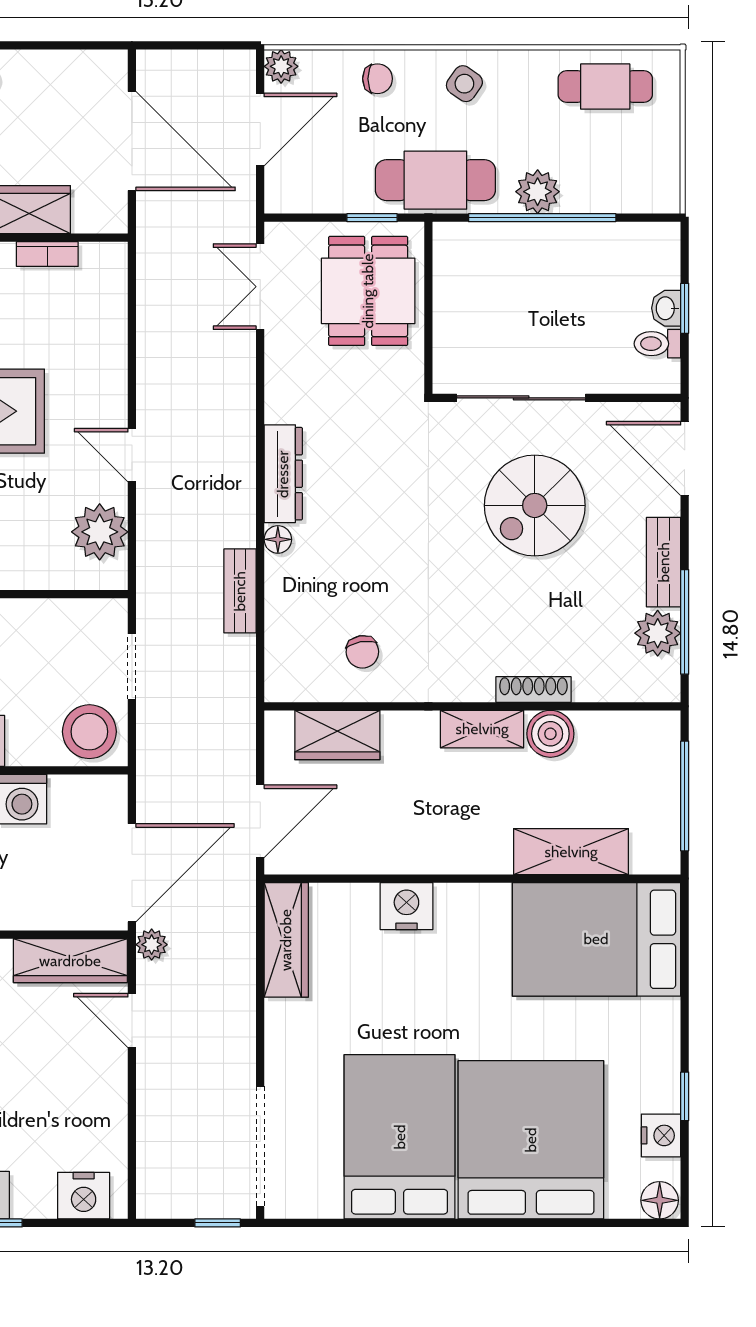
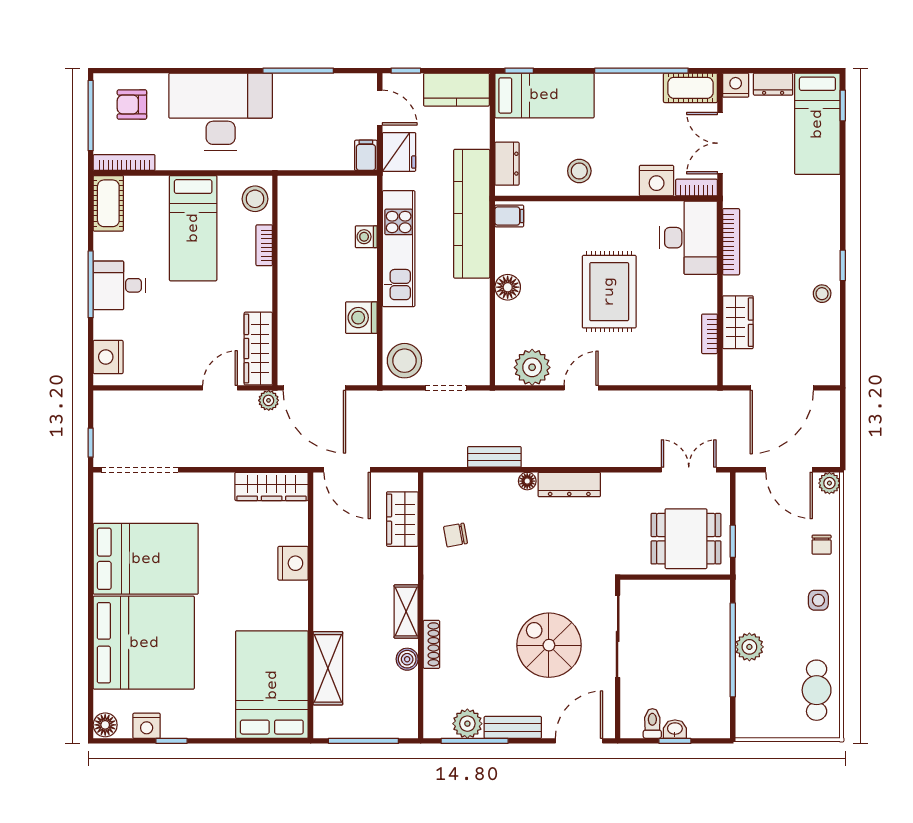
side table: (464, 84) -> (818, 600), turned -35
cafe table: (435, 180) -> (757, 582), removed
boiler: (550, 734) -> (407, 659), width x0.73, depth x0.73

